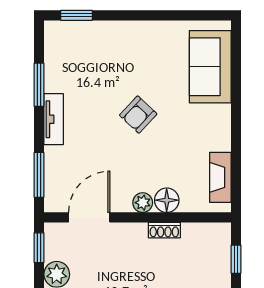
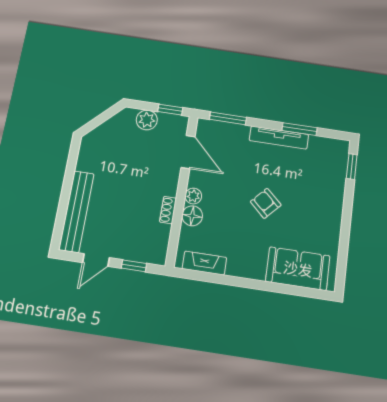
tv unit: (54, 119) -> (279, 137), width x1.41

